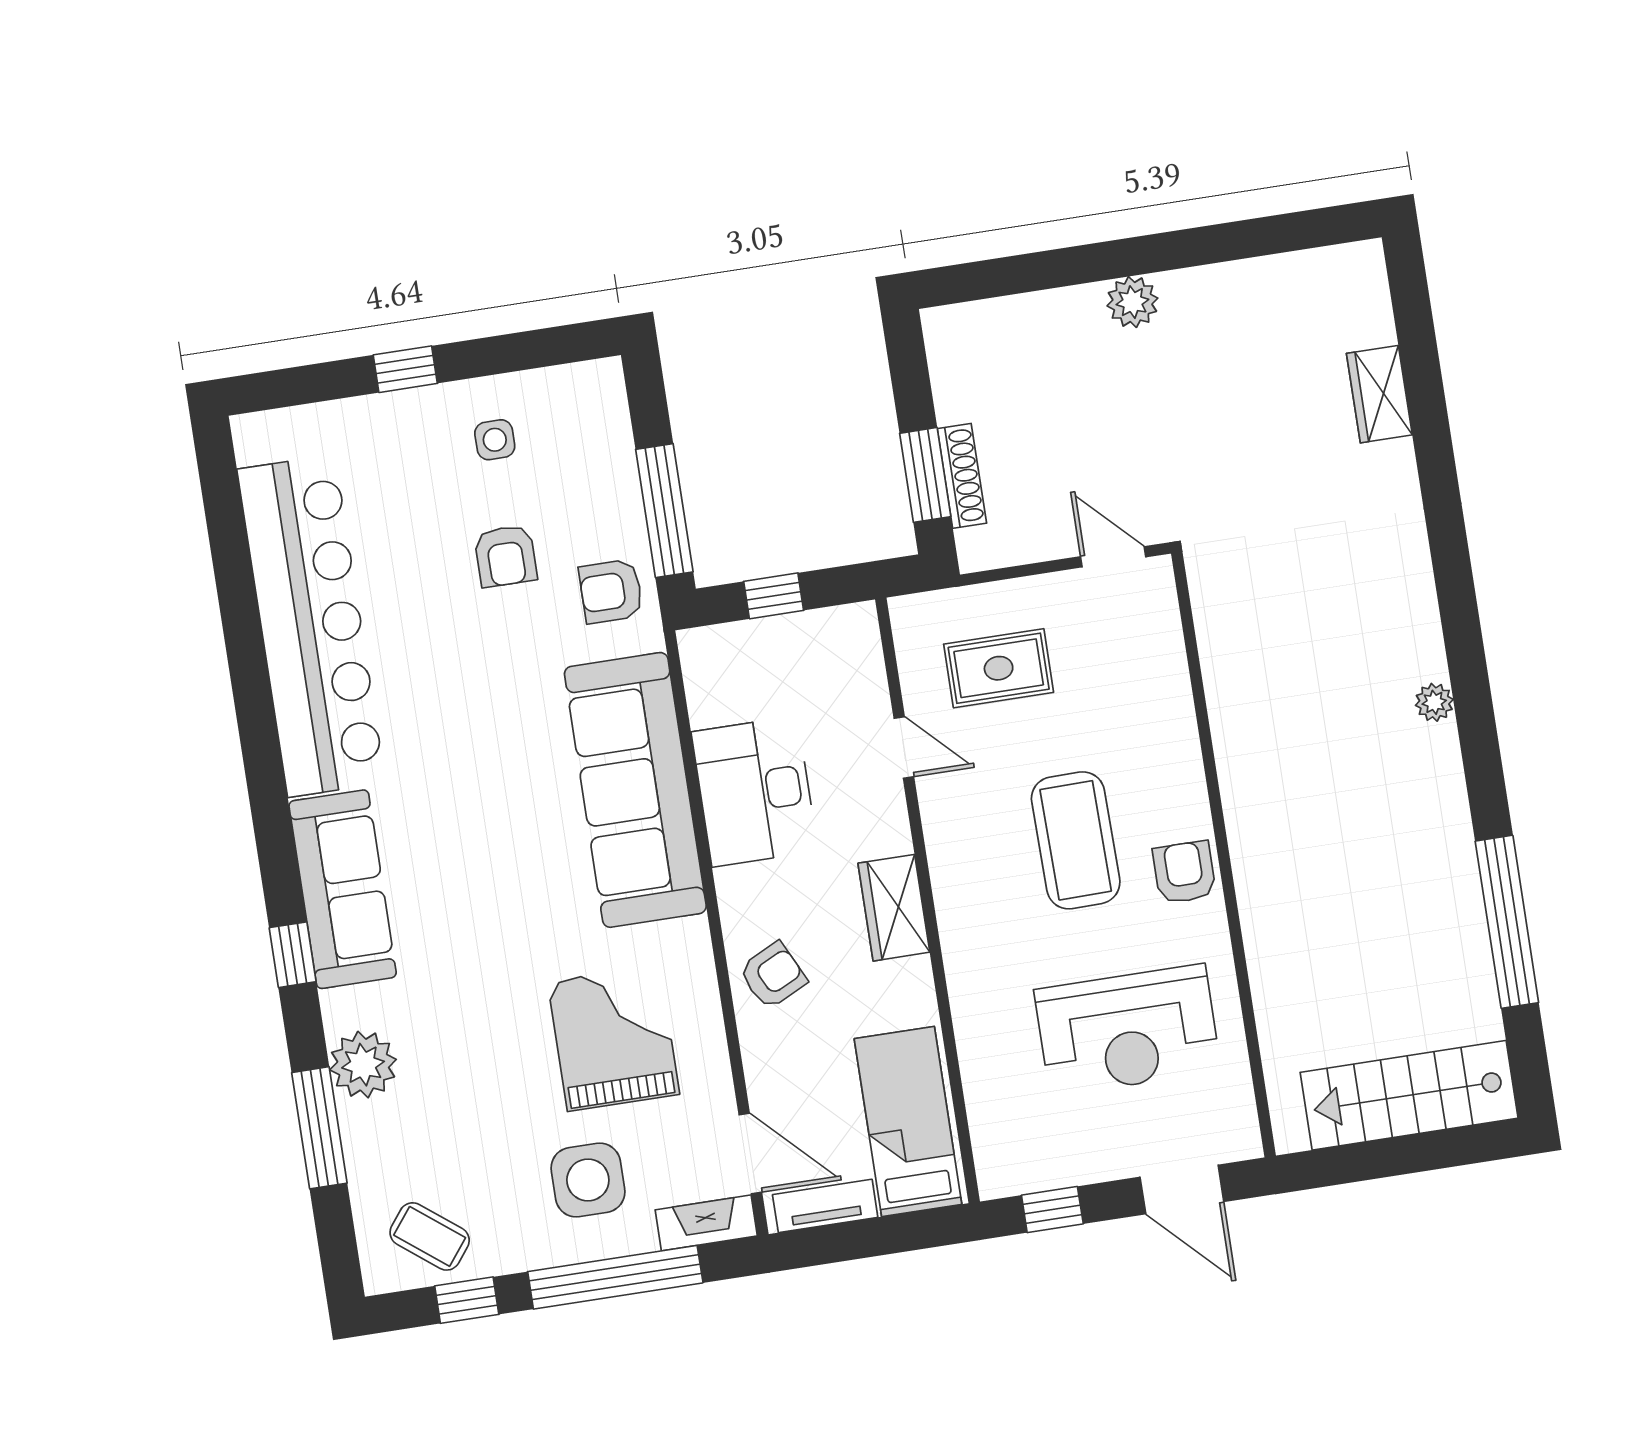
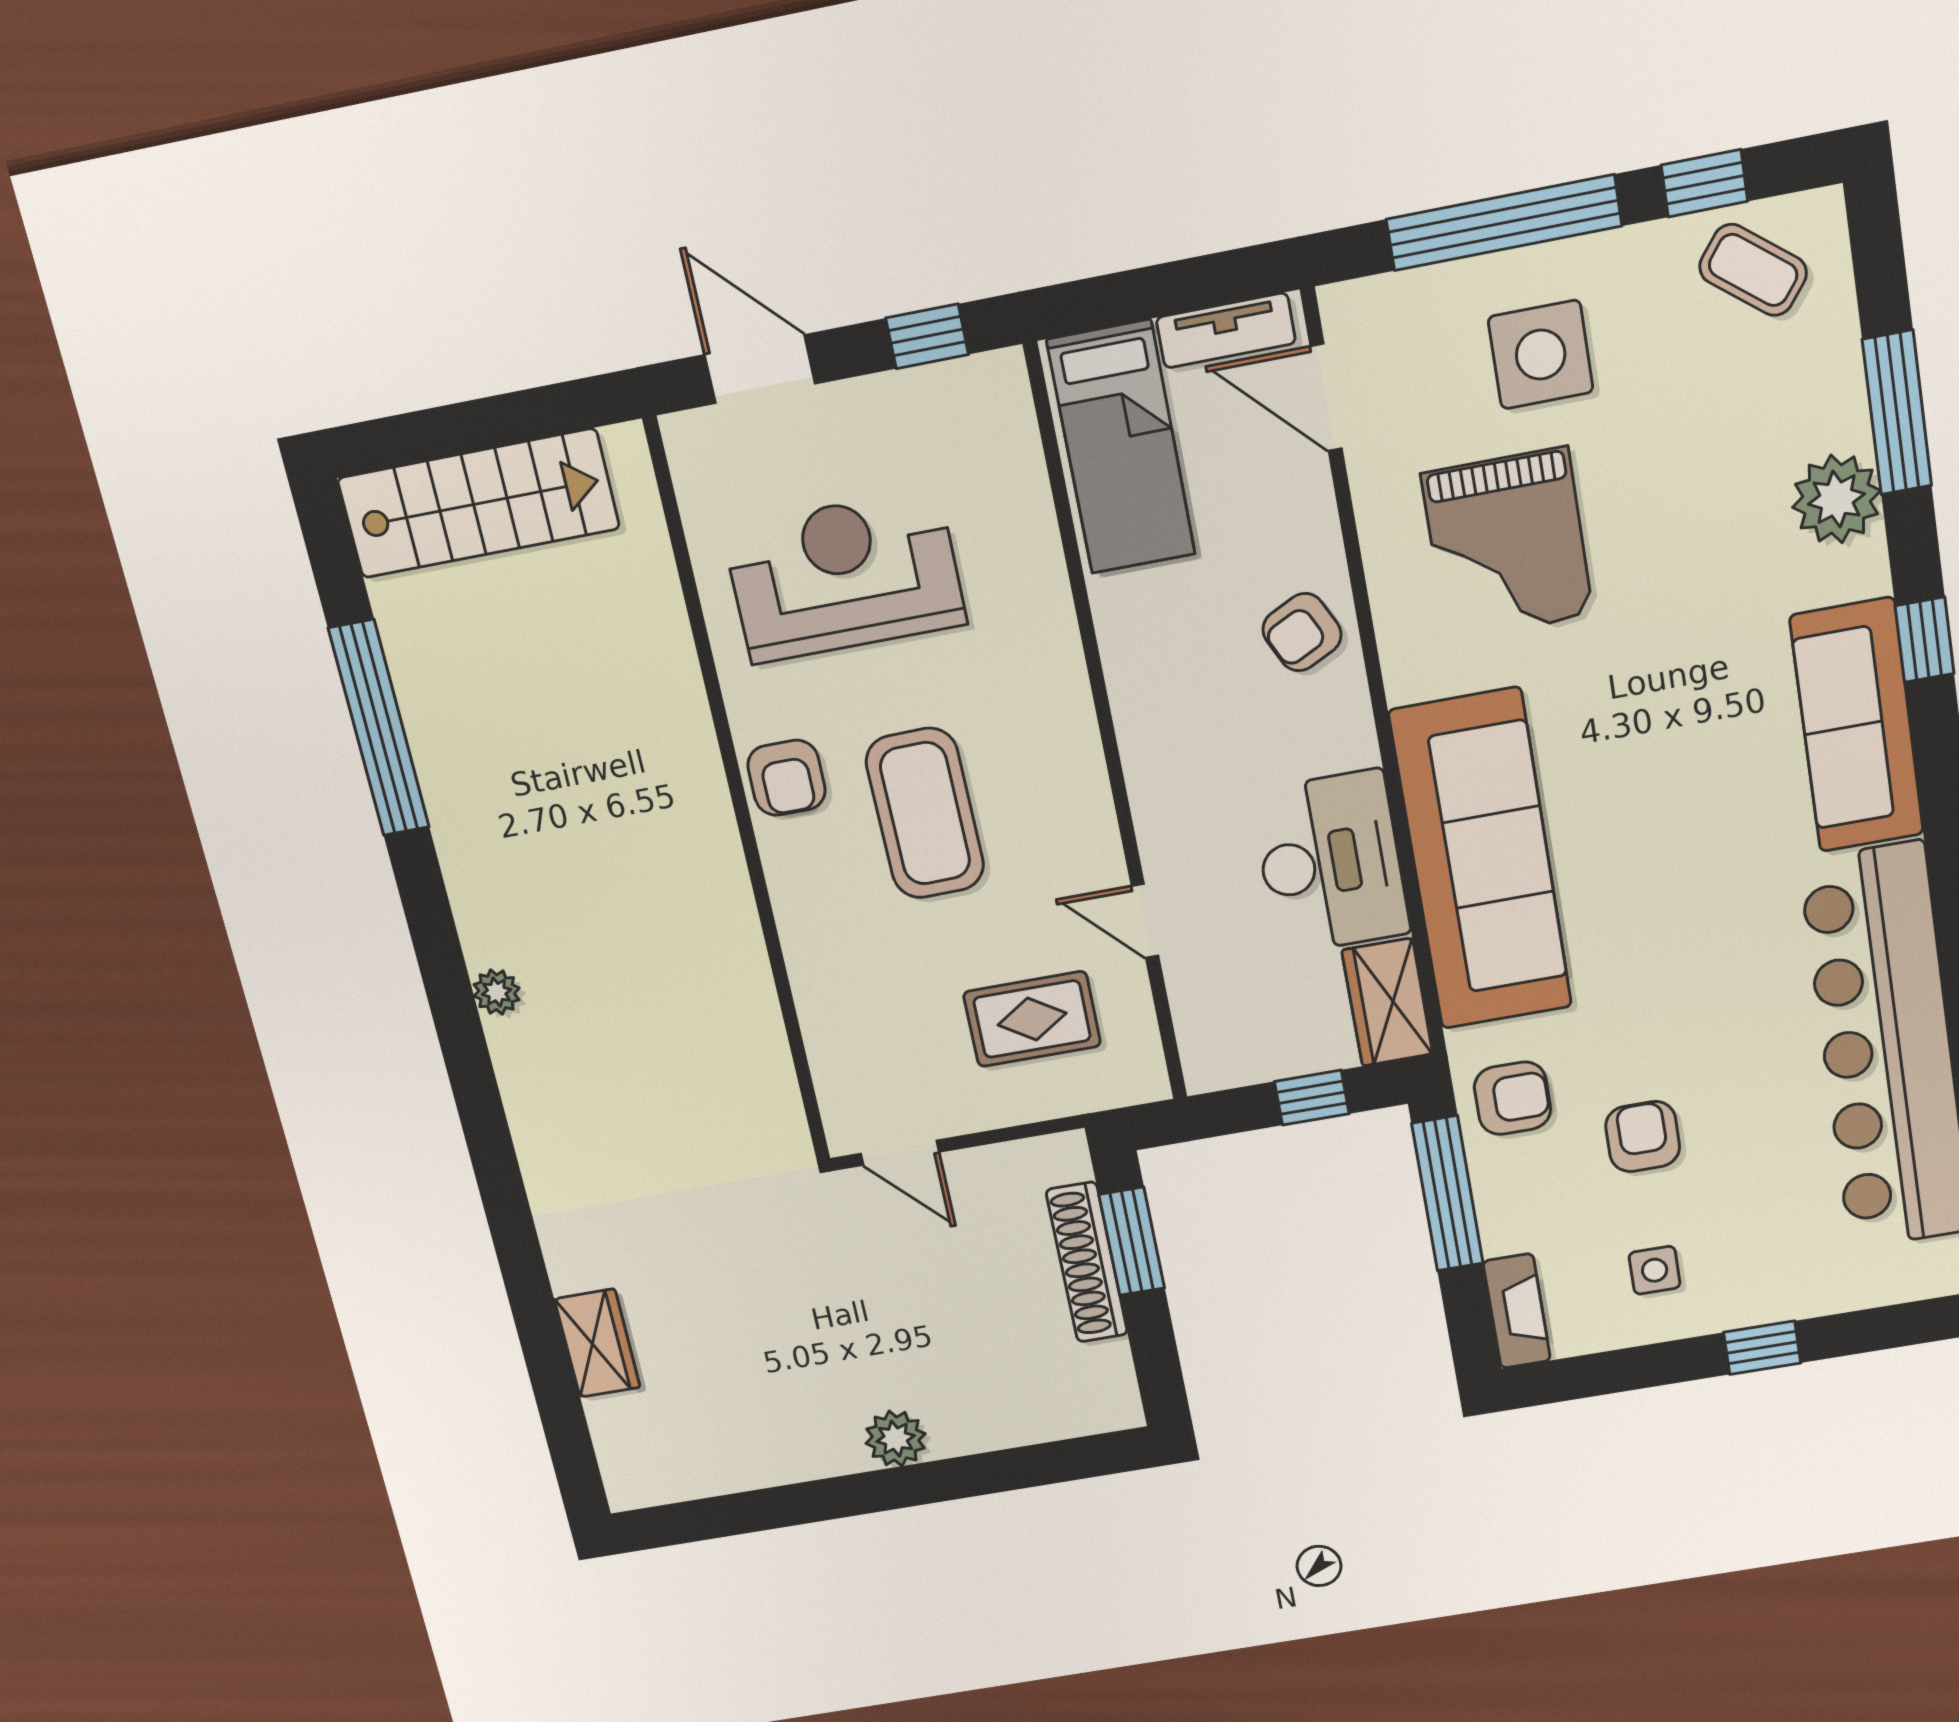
shoe rack: (962, 476) -> (1087, 1262), width x1.36, depth x1.24
wardrobe: (894, 908) -> (1387, 1002), moved, turned 180
fireplace: (706, 1223) -> (1517, 1311), moved, turned -90

